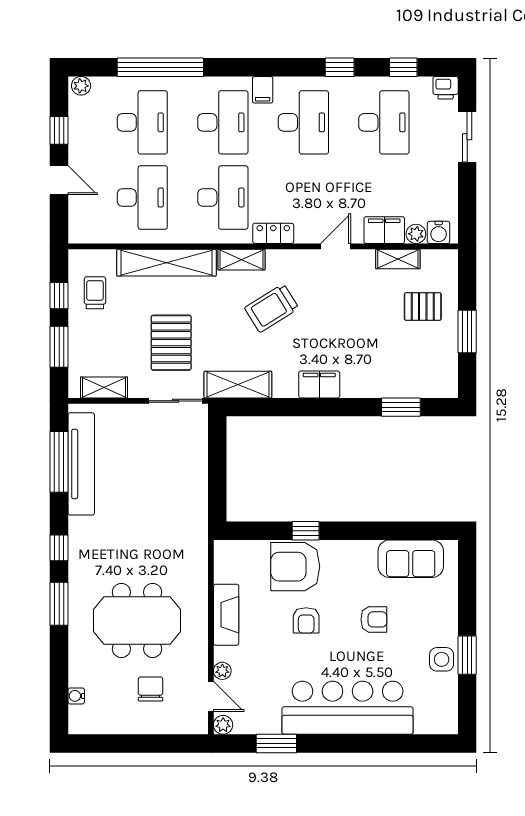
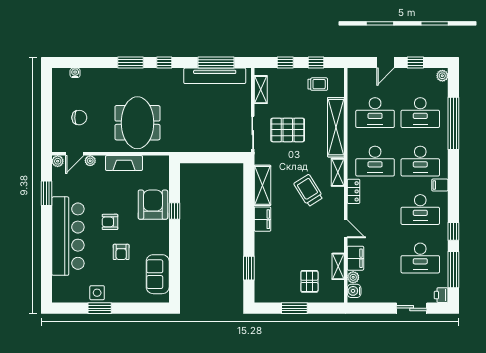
window: (403, 67) -> (453, 270), width x2.17
window: (59, 347) -> (285, 62), width x0.67
shelving: (238, 385) -> (262, 185), moved
meeting table: (137, 620) -> (137, 123), moved
armchair: (306, 620) -> (110, 222), moved

